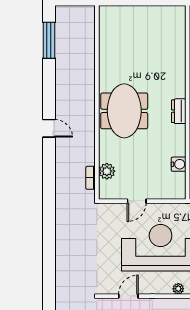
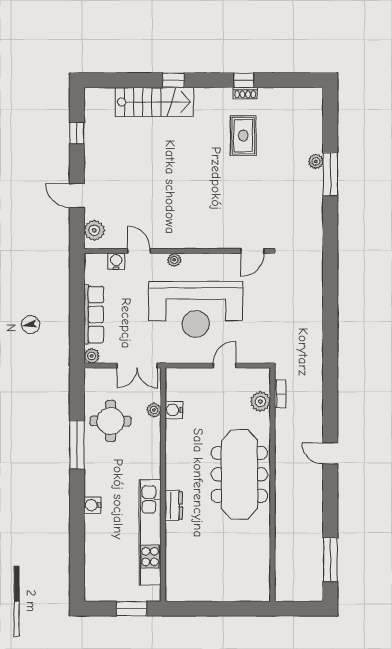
meeting table: (124, 111) -> (239, 474), width x1.36
dresser: (179, 111) -> (174, 505), moved
door: (128, 296) -> (252, 251), moved

